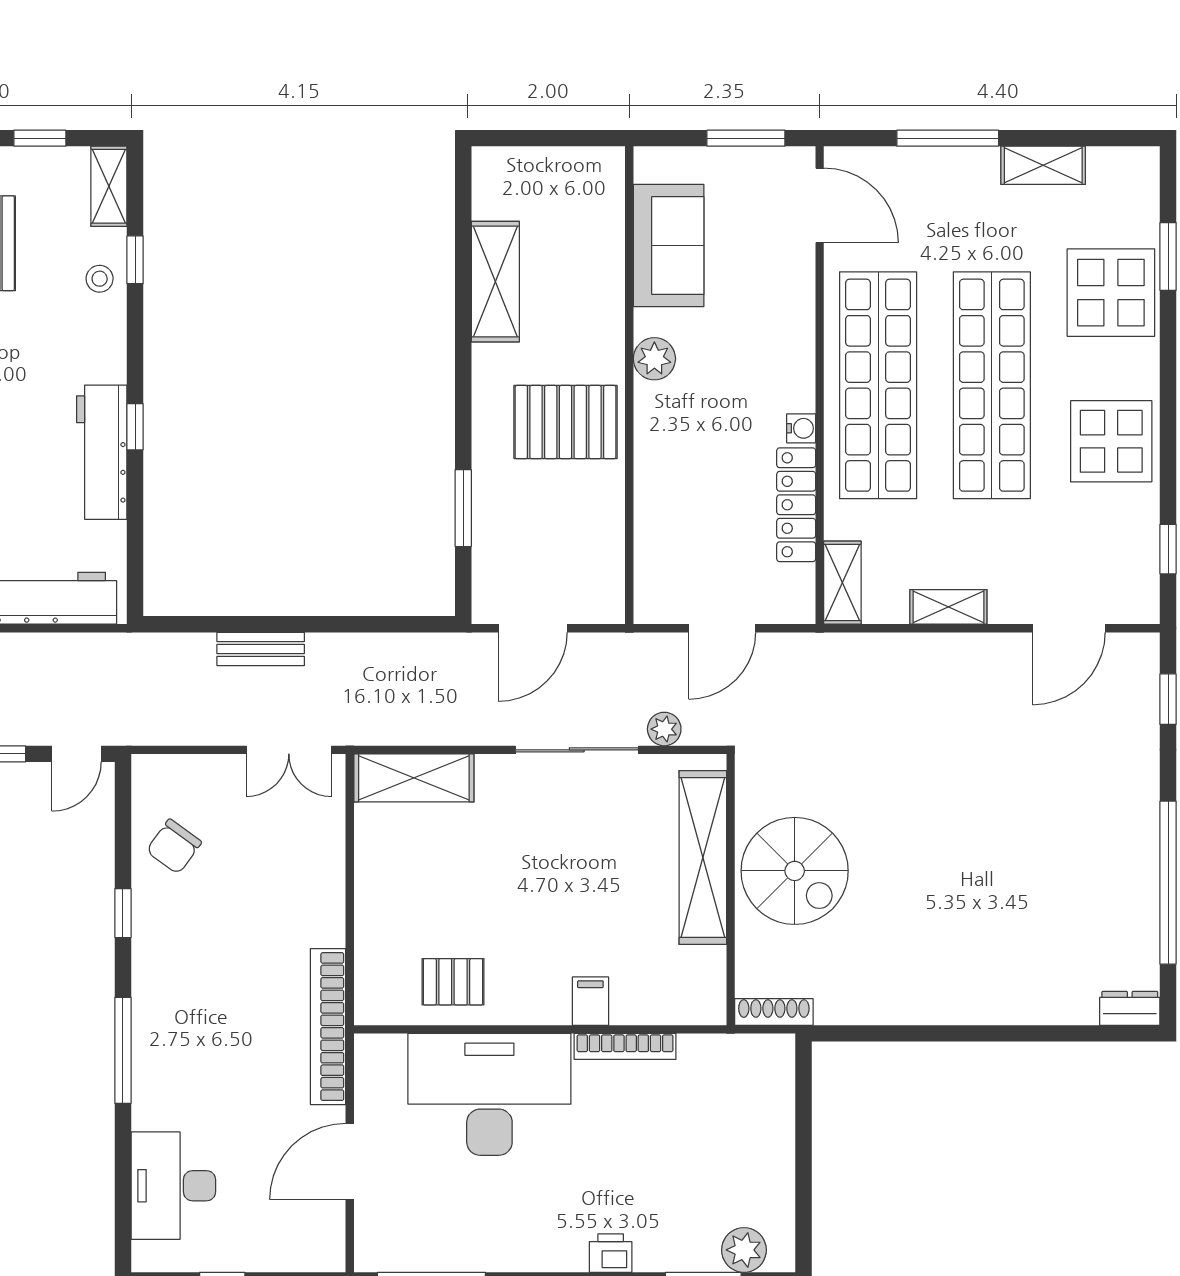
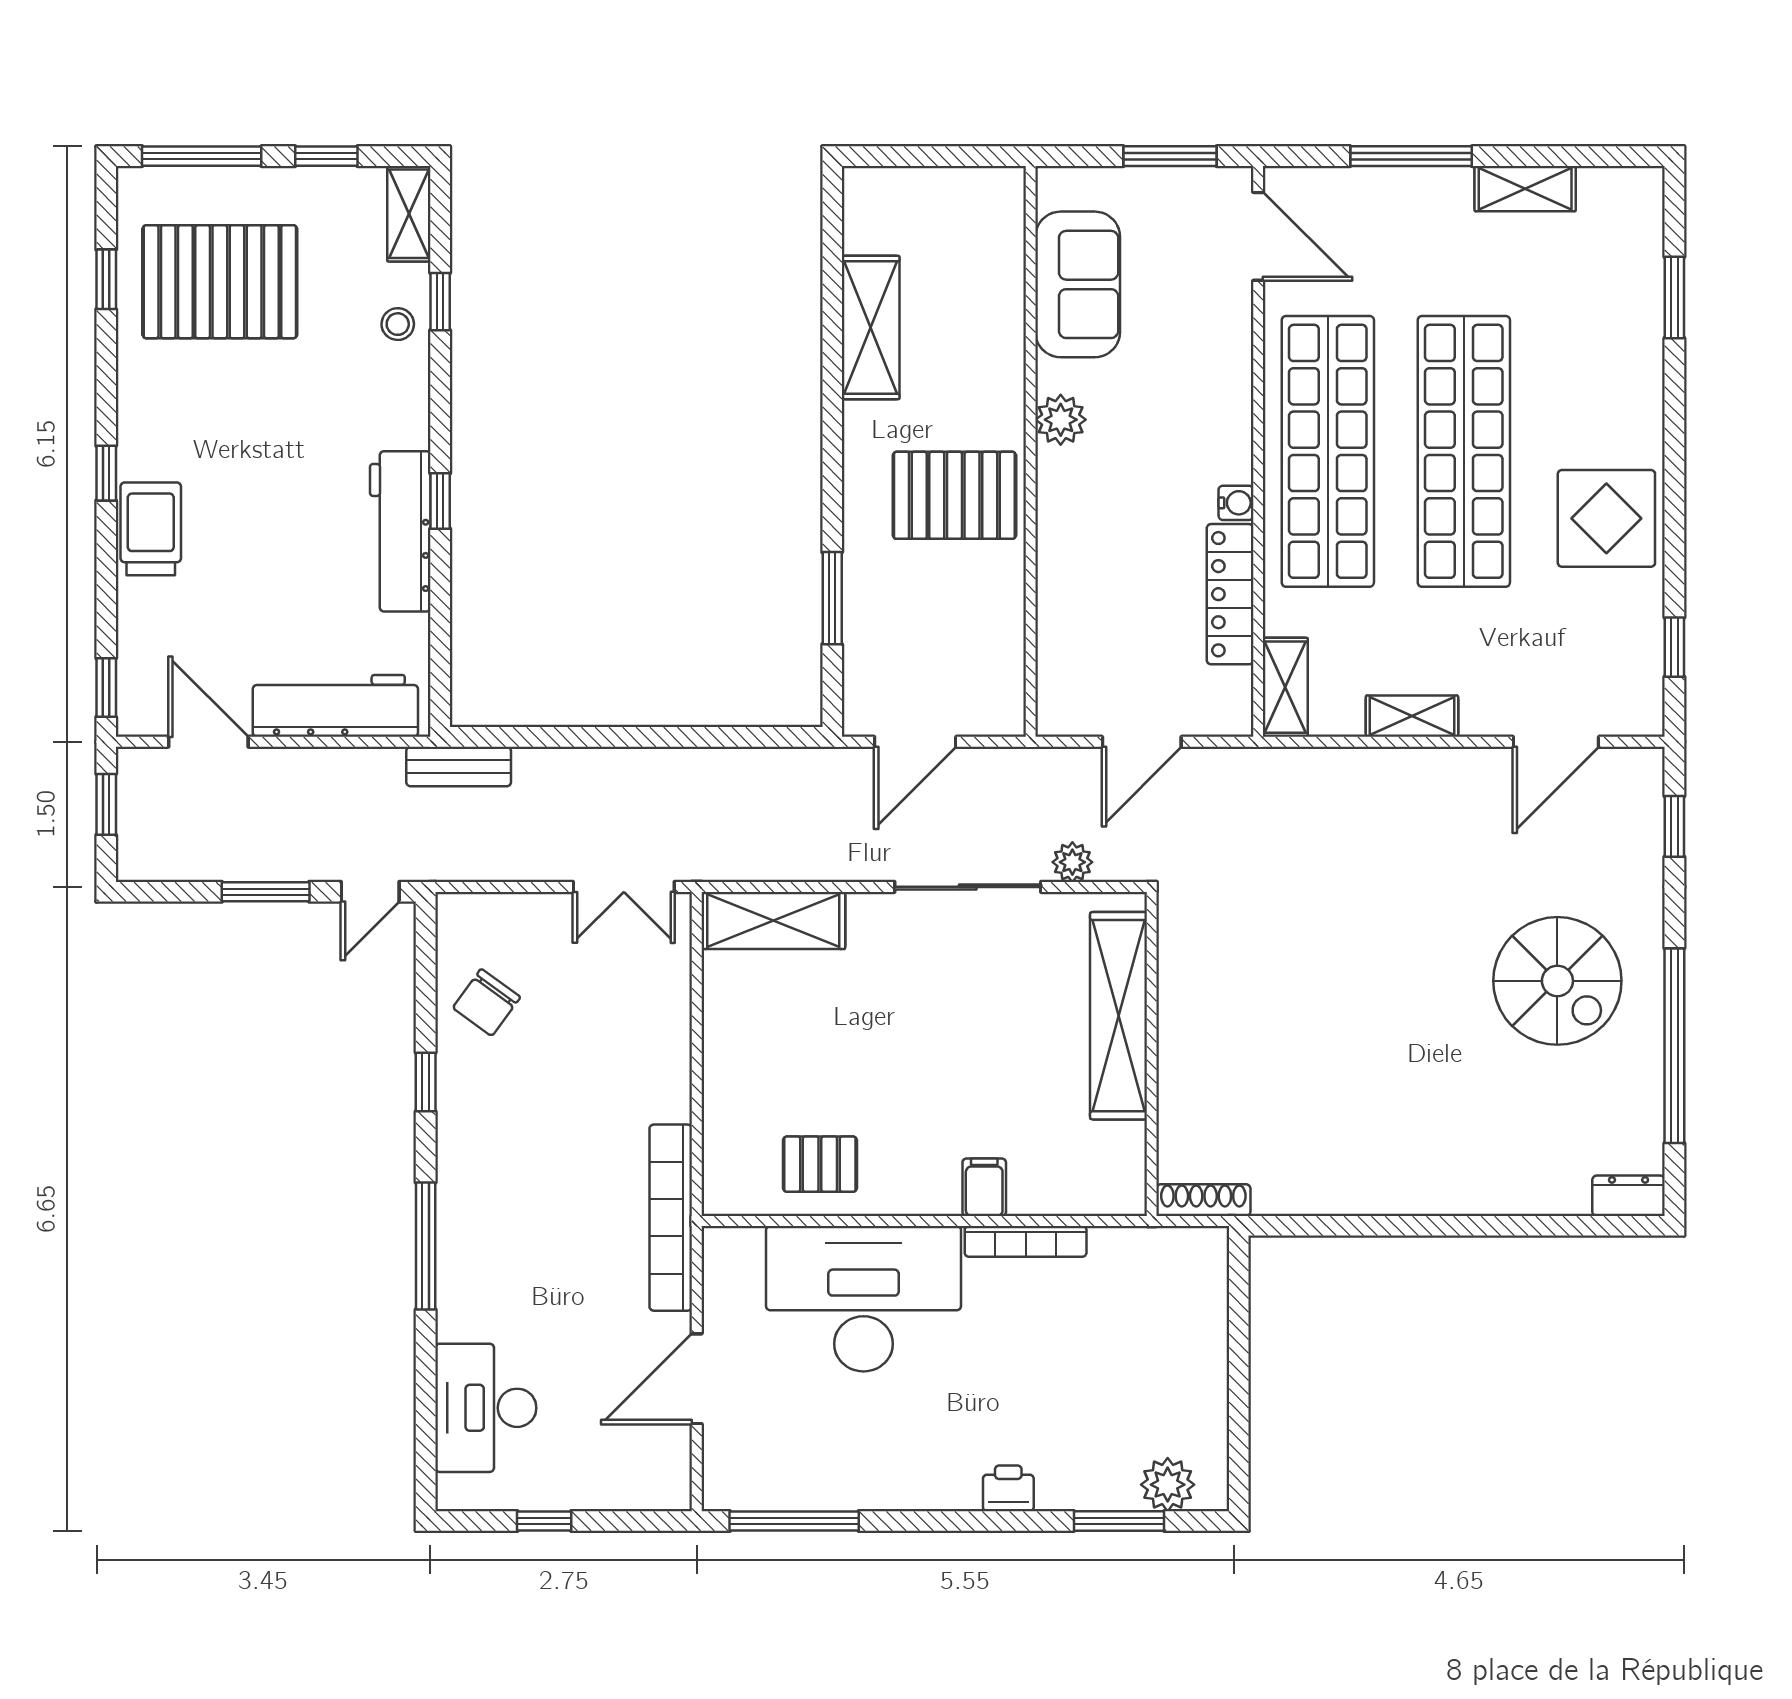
display table: (1111, 293) -> (1606, 341), removed
bench: (261, 649) -> (459, 767), moved
spiral stairs: (795, 871) -> (1557, 981), moved

